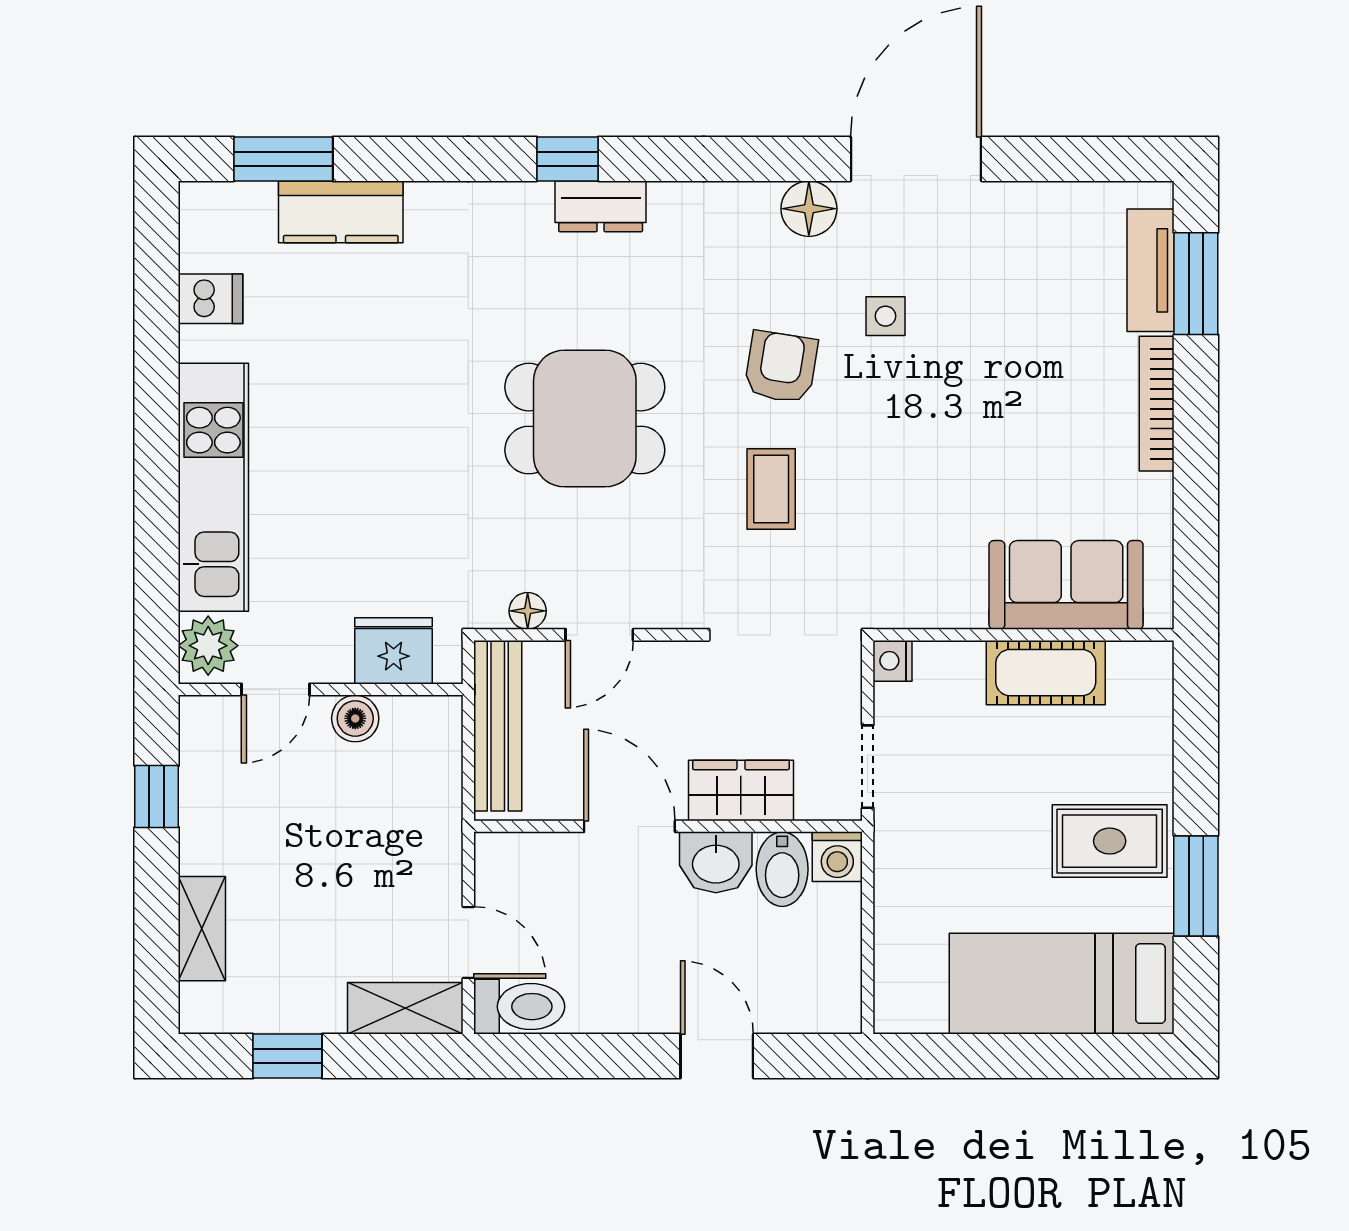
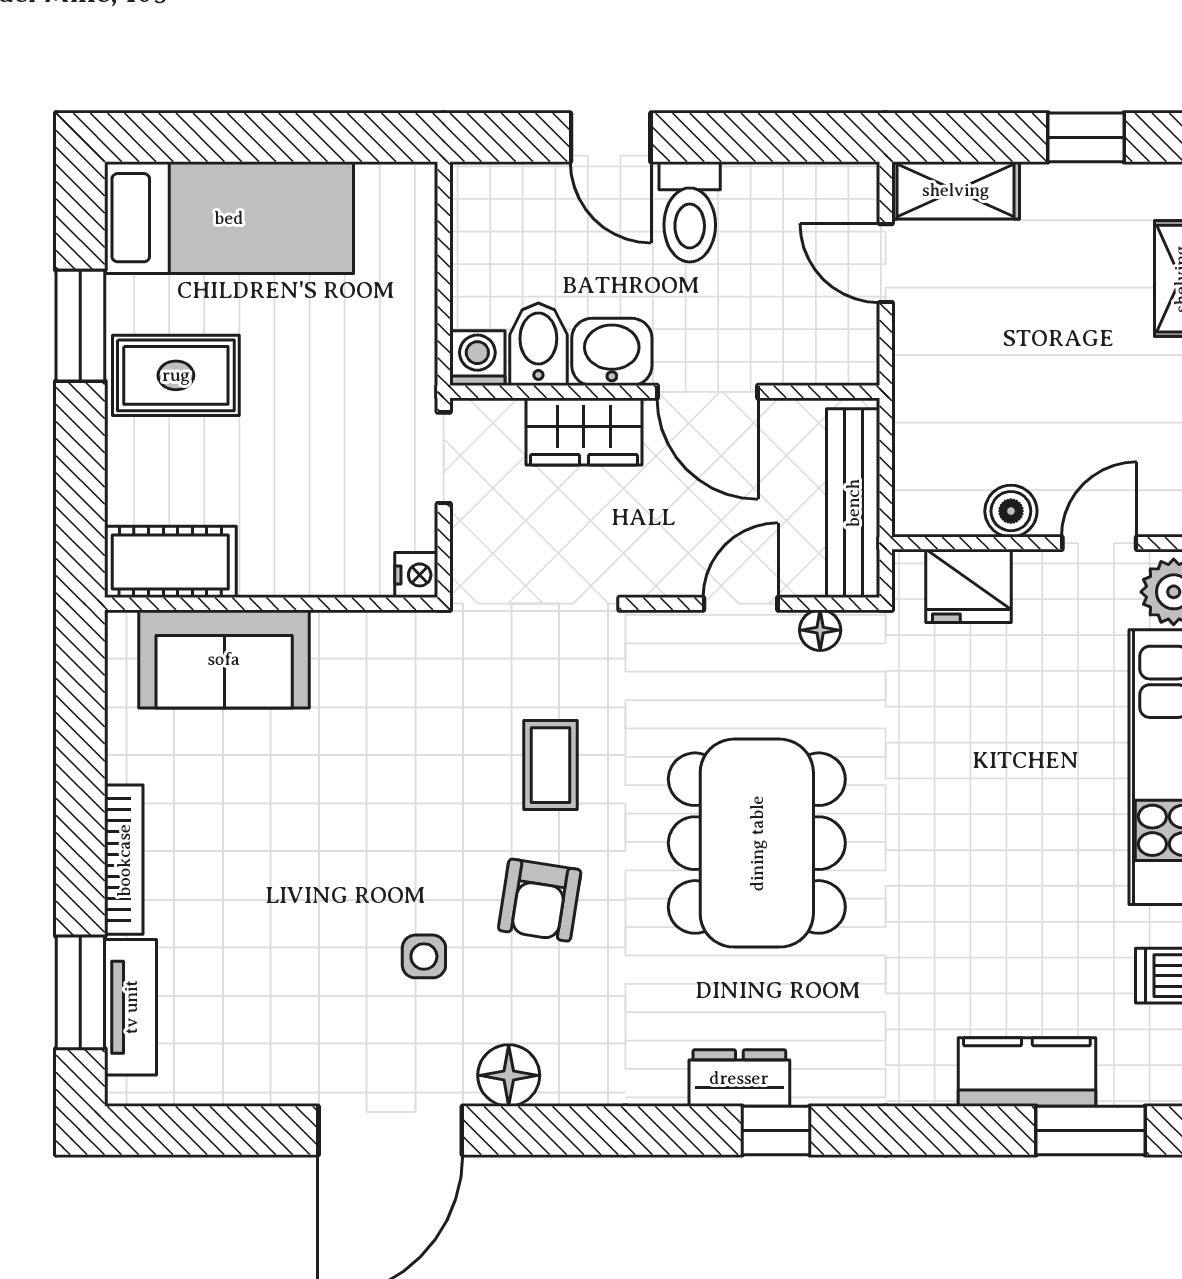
dining table: (585, 419) -> (757, 843), width x1.38
cot: (1046, 673) -> (170, 562), moved
toilet: (519, 1007) -> (690, 212), moved, turned -90

